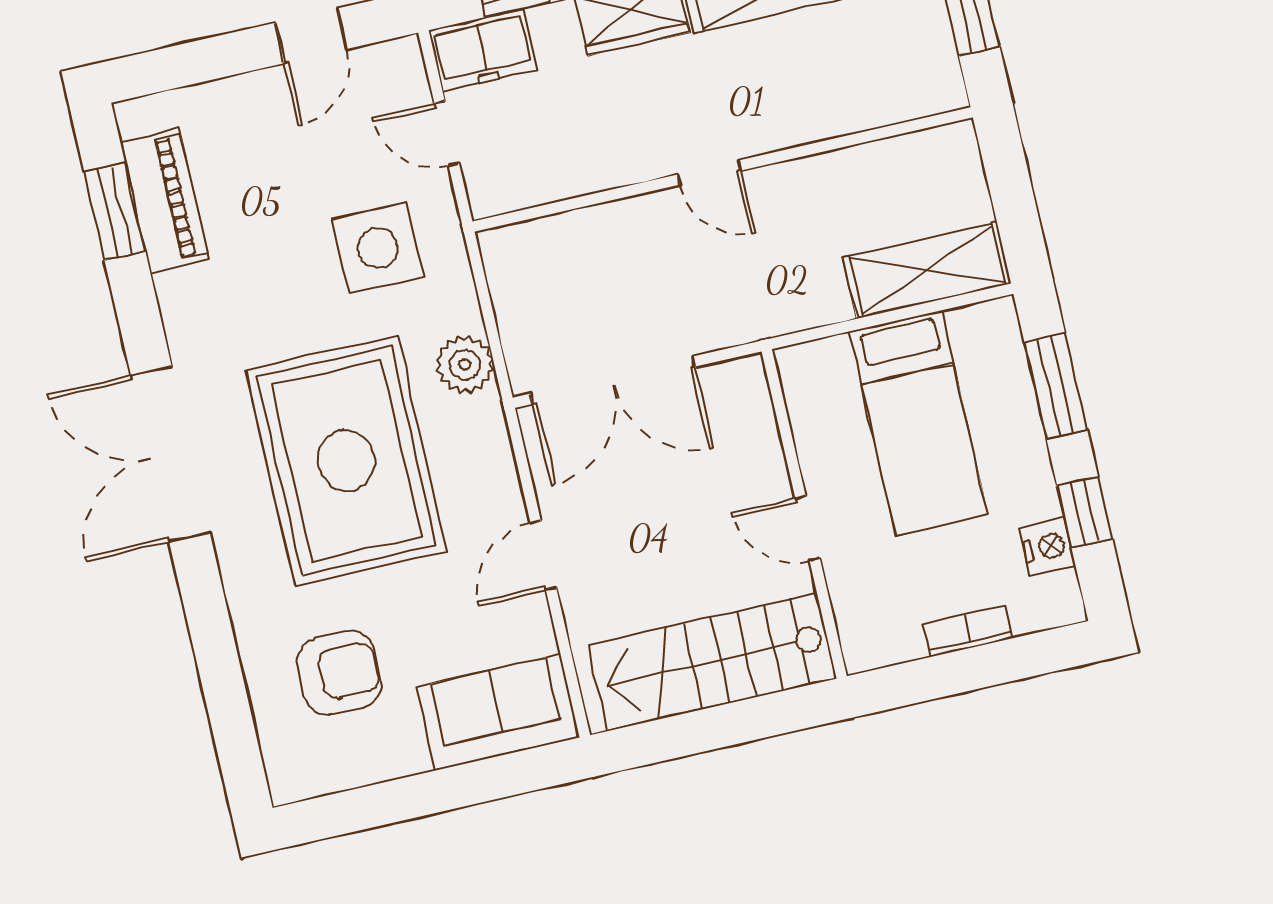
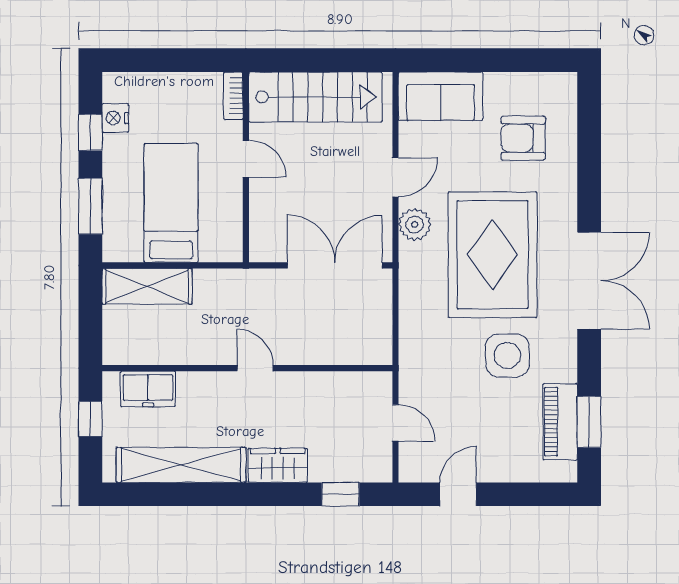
freezer: (483, 50) -> (148, 389), moved, turned 180
side table: (378, 248) -> (507, 355), moved
plant: (465, 365) -> (415, 224), moved
bookcase: (968, 631) -> (233, 96), moved, turned 90

